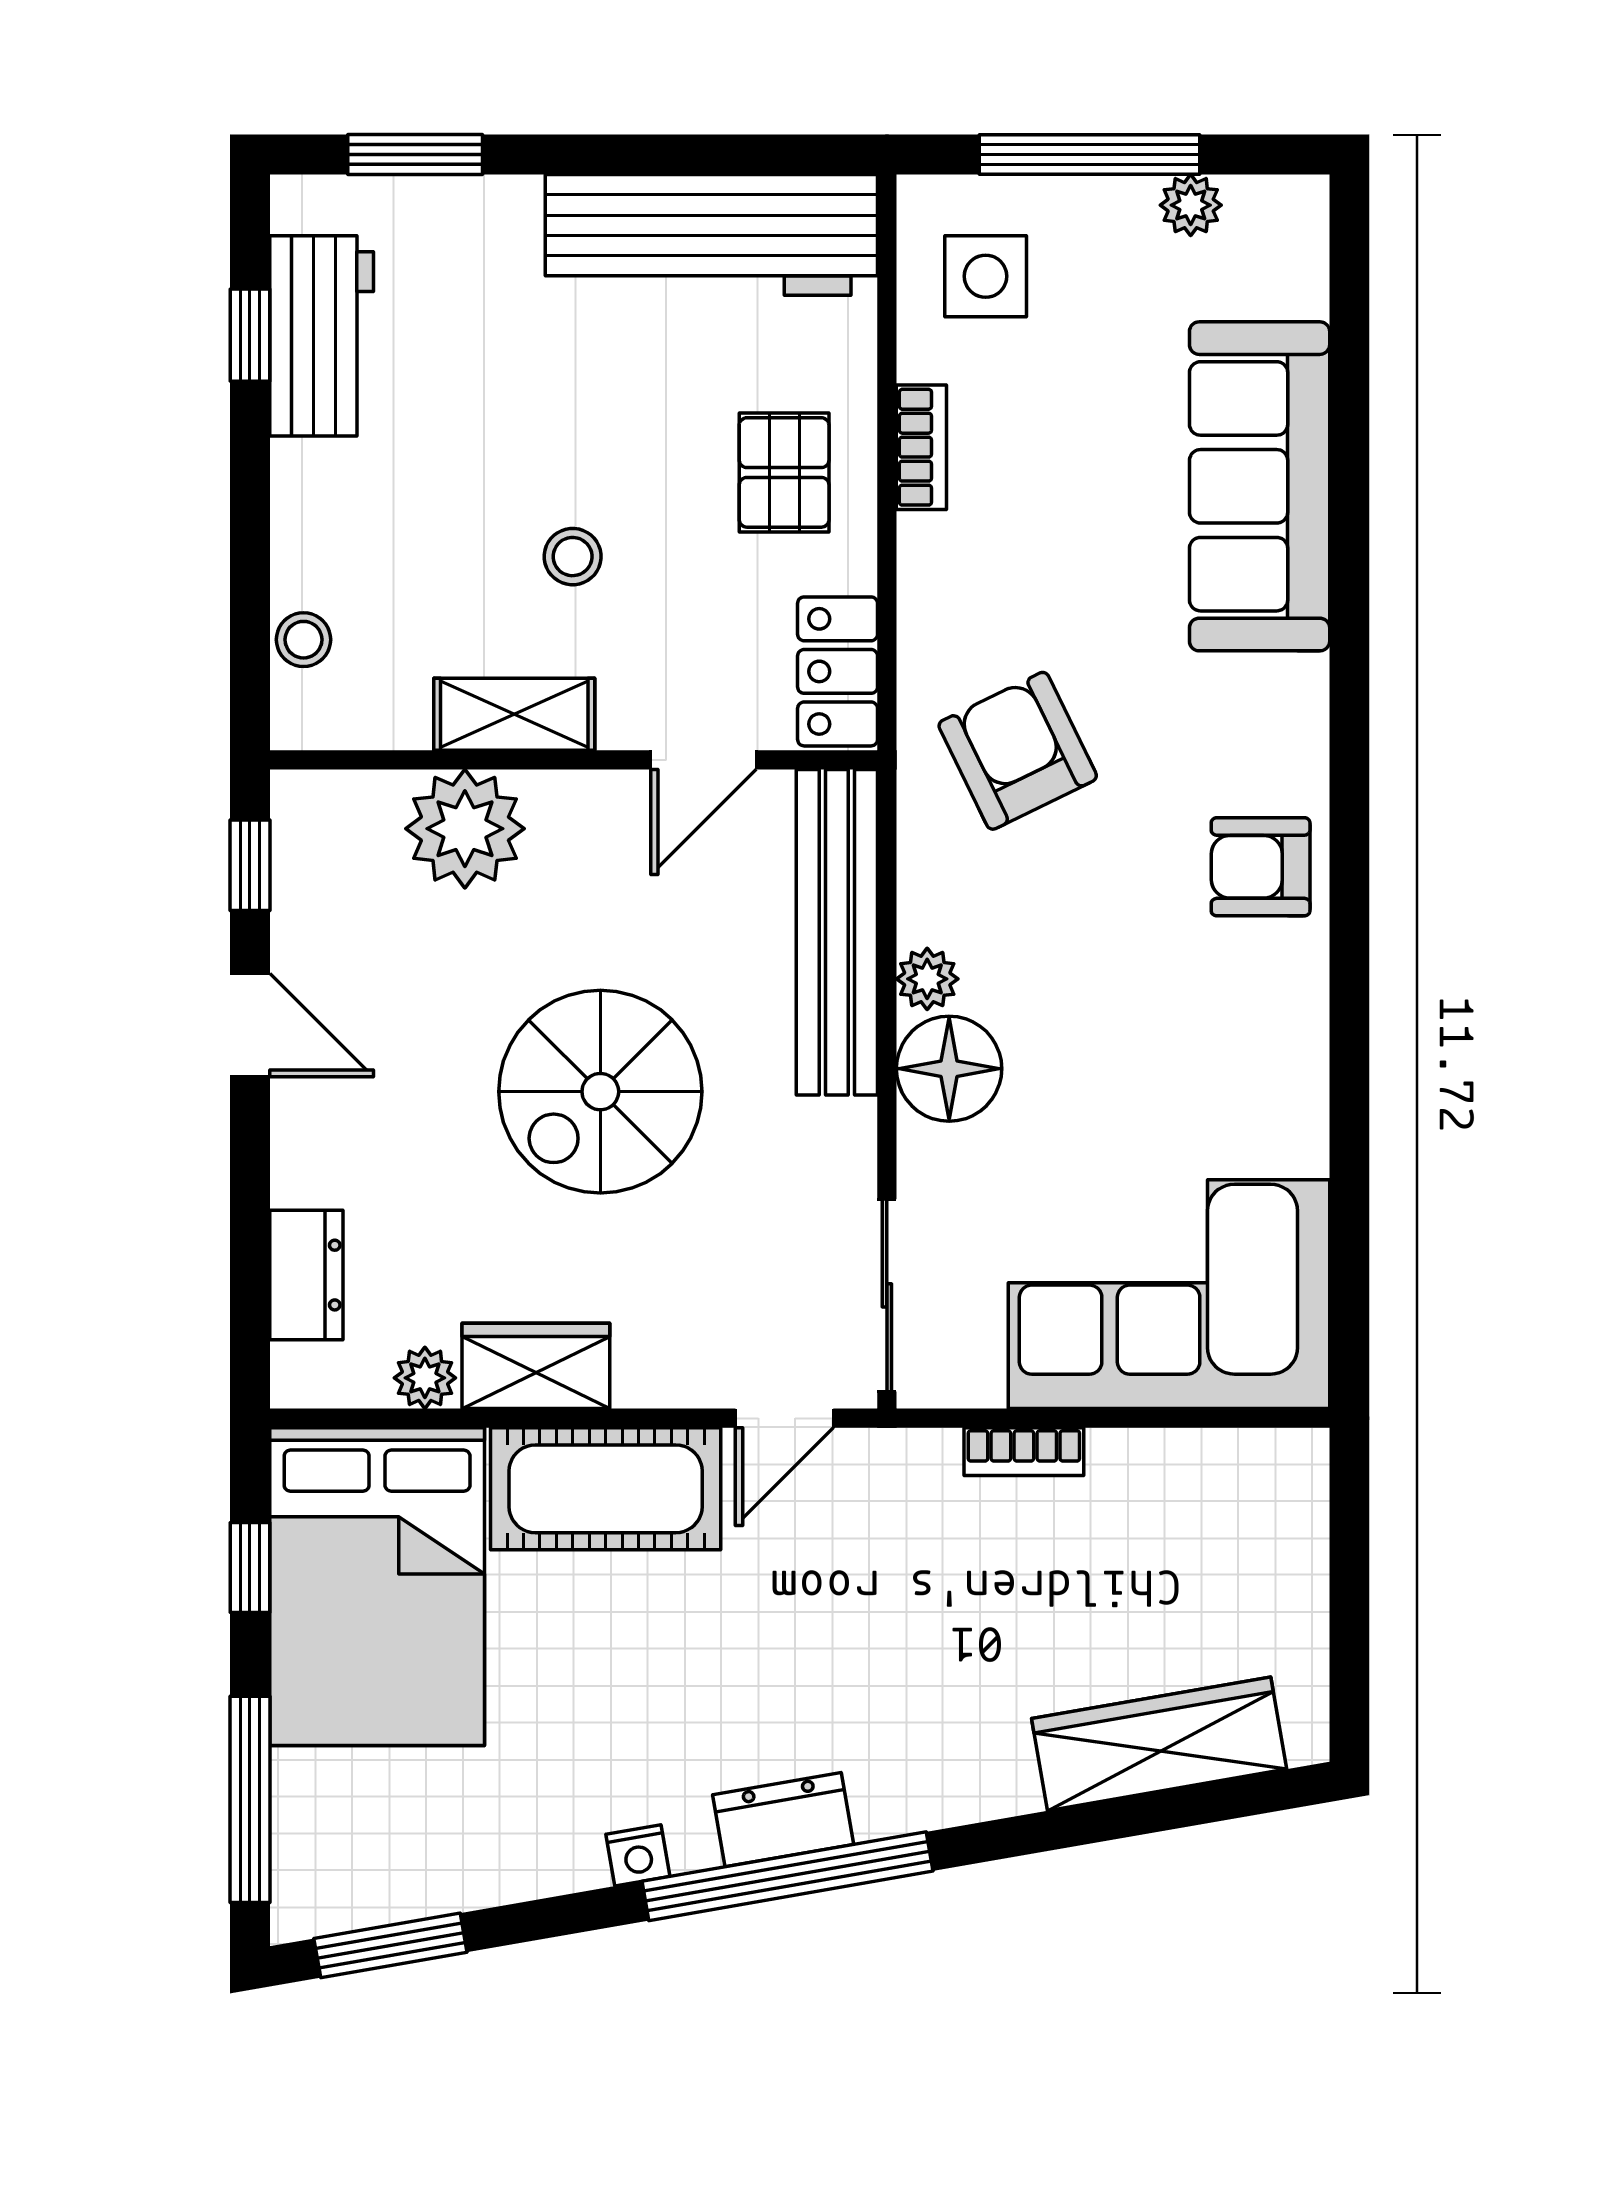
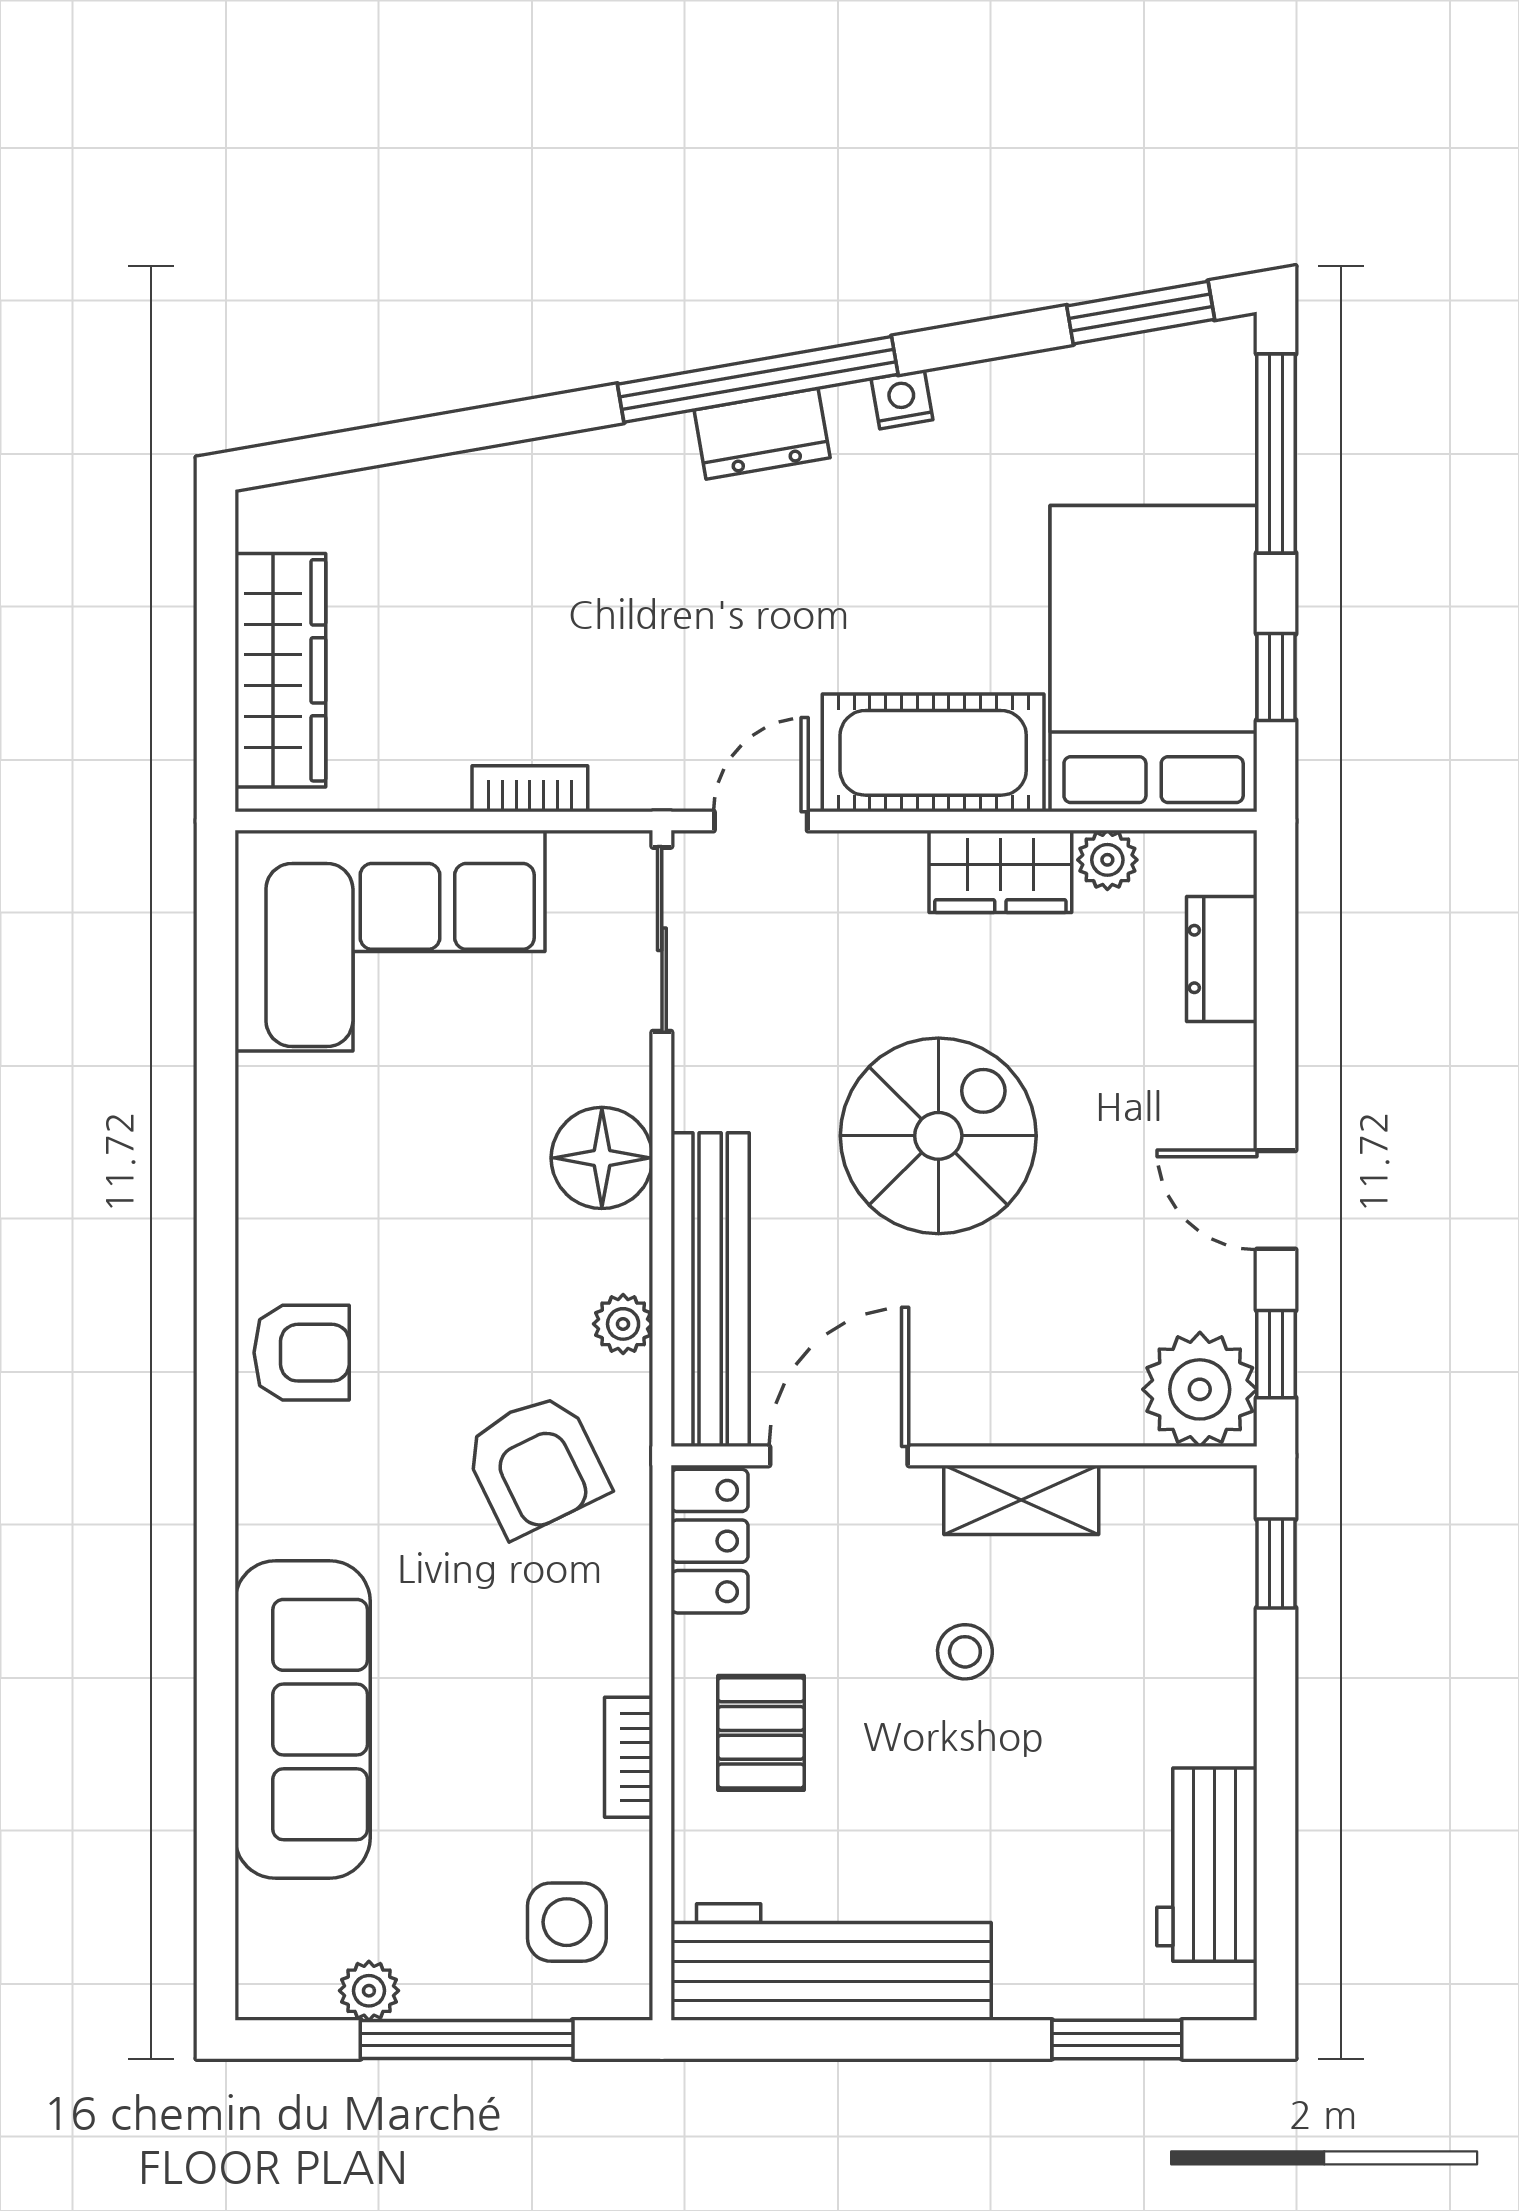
window: (250, 335) -> (1276, 1564), moved
stool: (303, 640) -> (1224, 1572), removed
door: (703, 760) -> (839, 1456), width x1.38
plant: (465, 829) -> (1200, 1389), moved
plant: (927, 979) -> (623, 1324), moved
wardrobe: (1159, 1744) -> (280, 670), moved, turned -80

